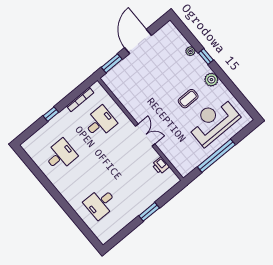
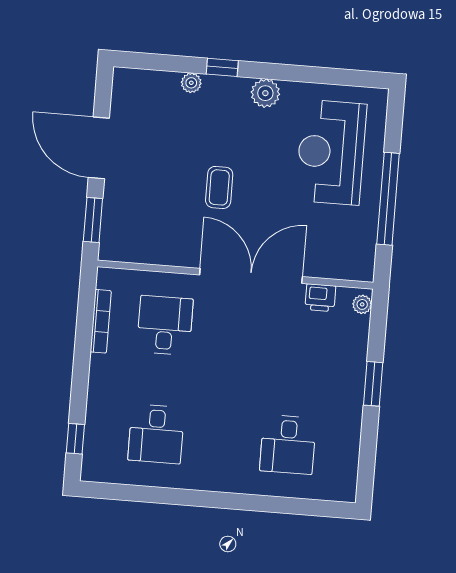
coffee table: (188, 99) -> (219, 187), moved
window: (51, 114) -> (75, 439), moved
double door: (145, 135) -> (251, 276), width x1.87
desk: (60, 155) -> (156, 434), turned 180
plant: (172, 182) -> (362, 304), added

